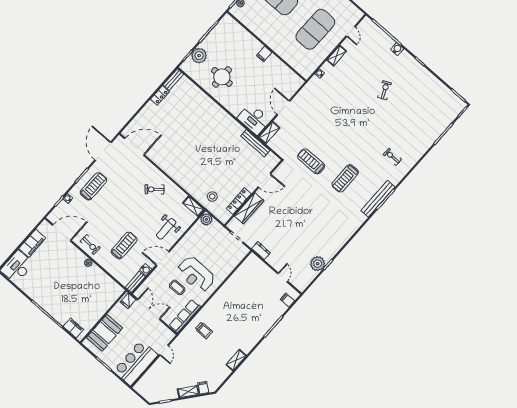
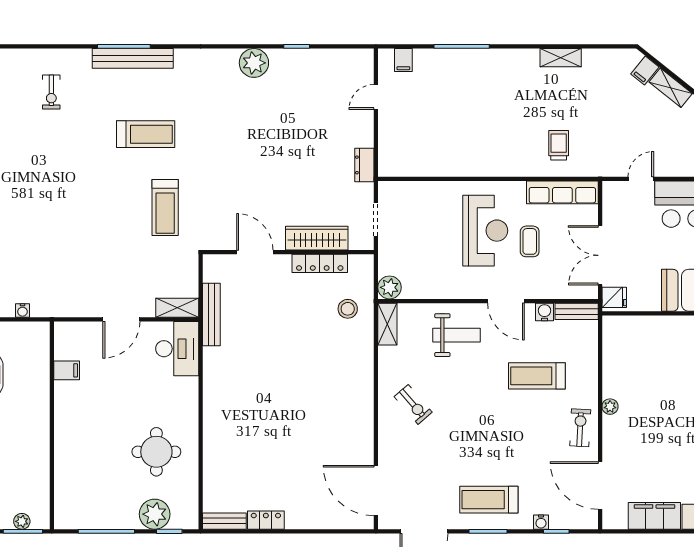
filing cabinet: (264, 54) -> (67, 370), moved
plant: (318, 264) -> (254, 63), moved

